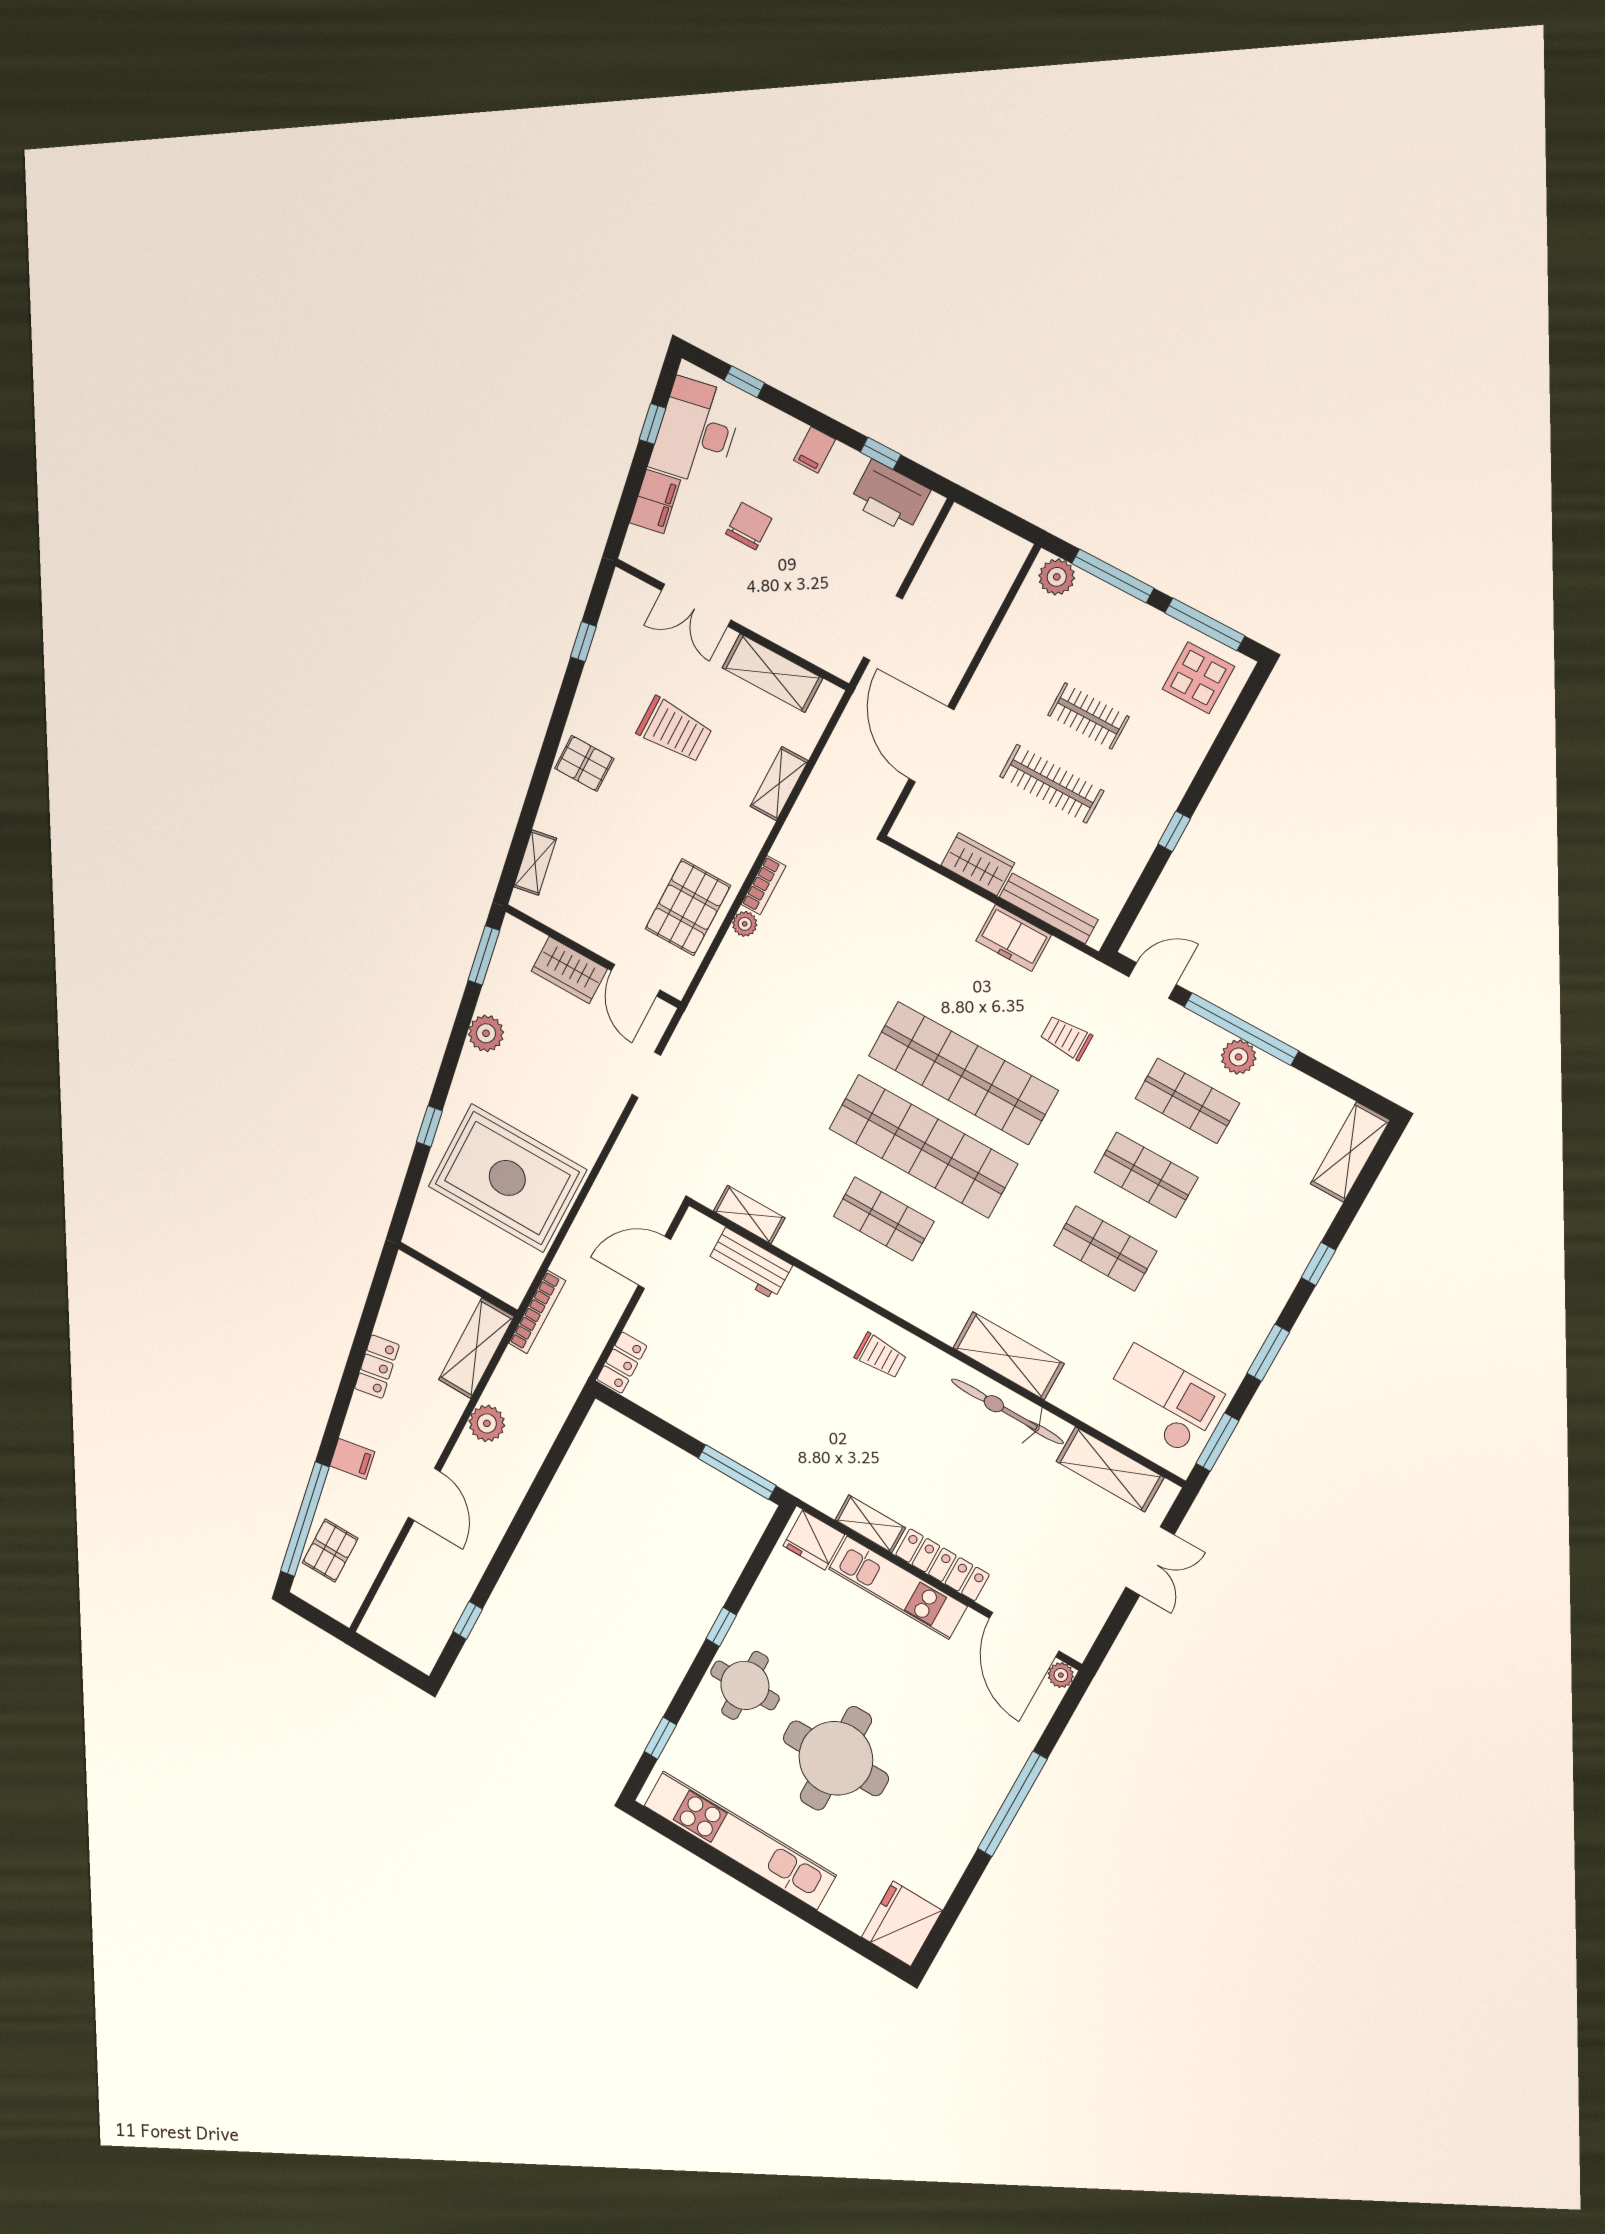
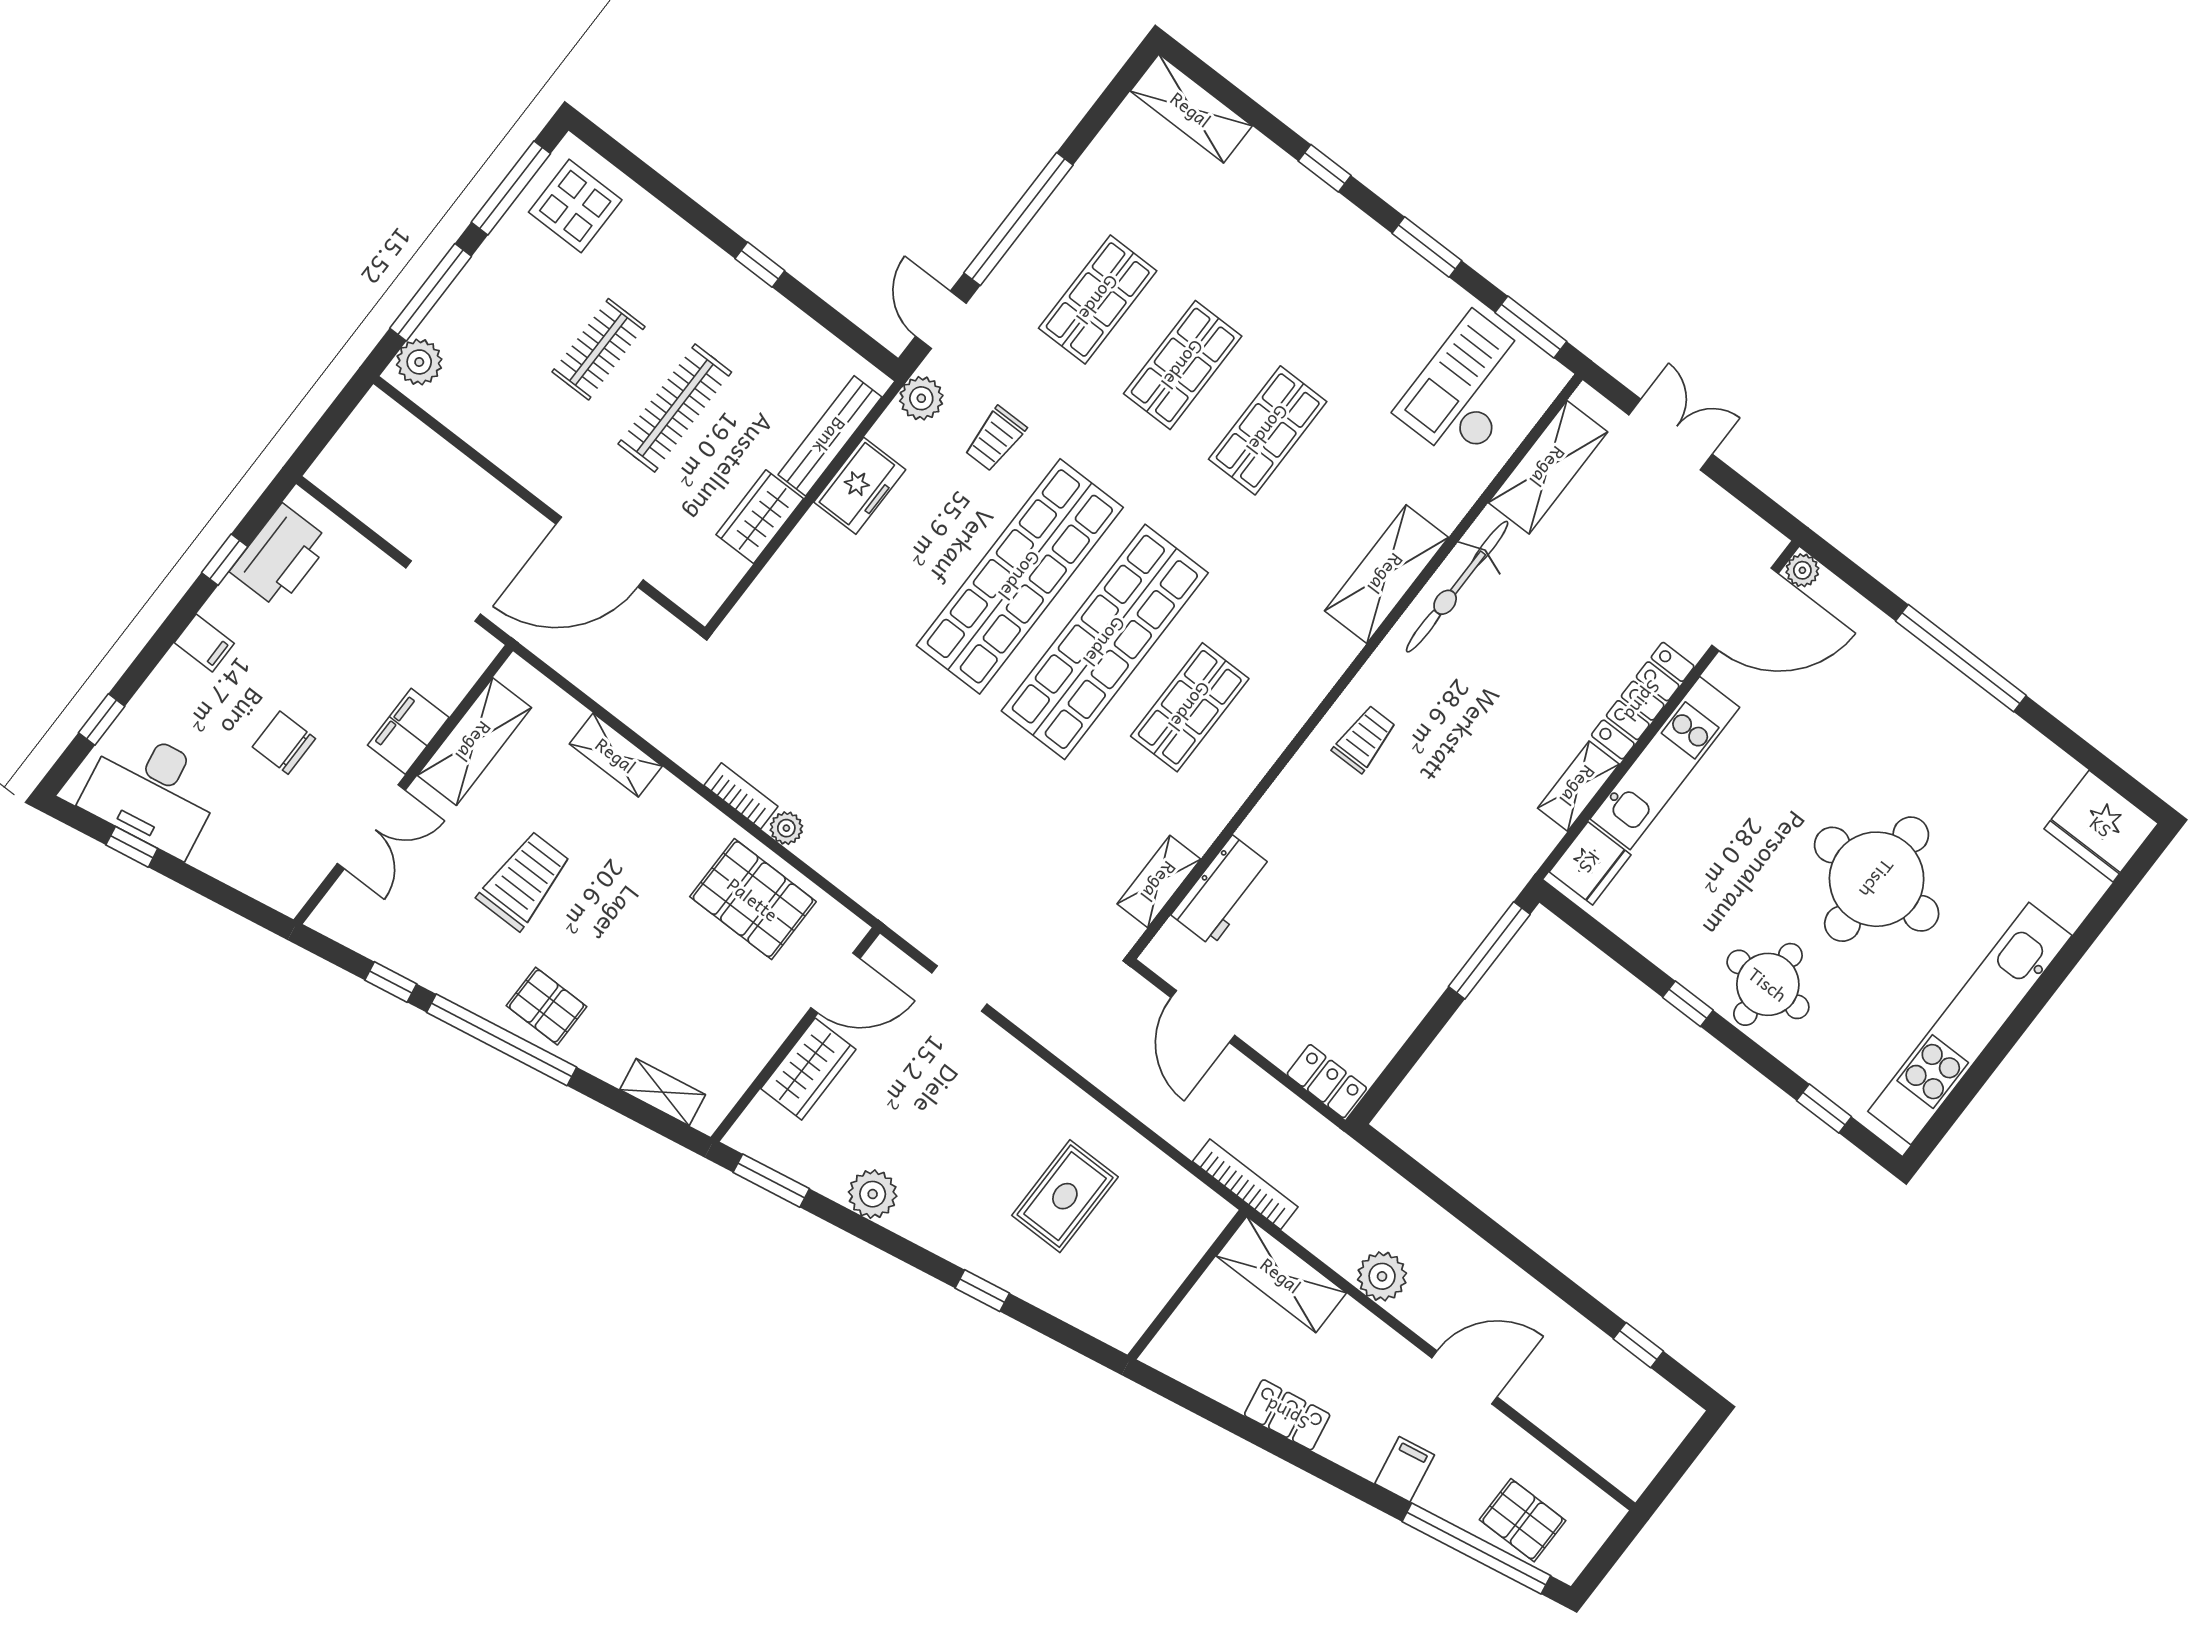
filing cabinet: (655, 501) -> (408, 731), moved, turned -80
window: (554, 734) -> (502, 1040), added
pallet: (584, 763) -> (547, 1006), turned 90
plant: (1239, 1057) -> (921, 398), moved
rug: (507, 1178) -> (1065, 1196), width x0.54, depth x0.49

